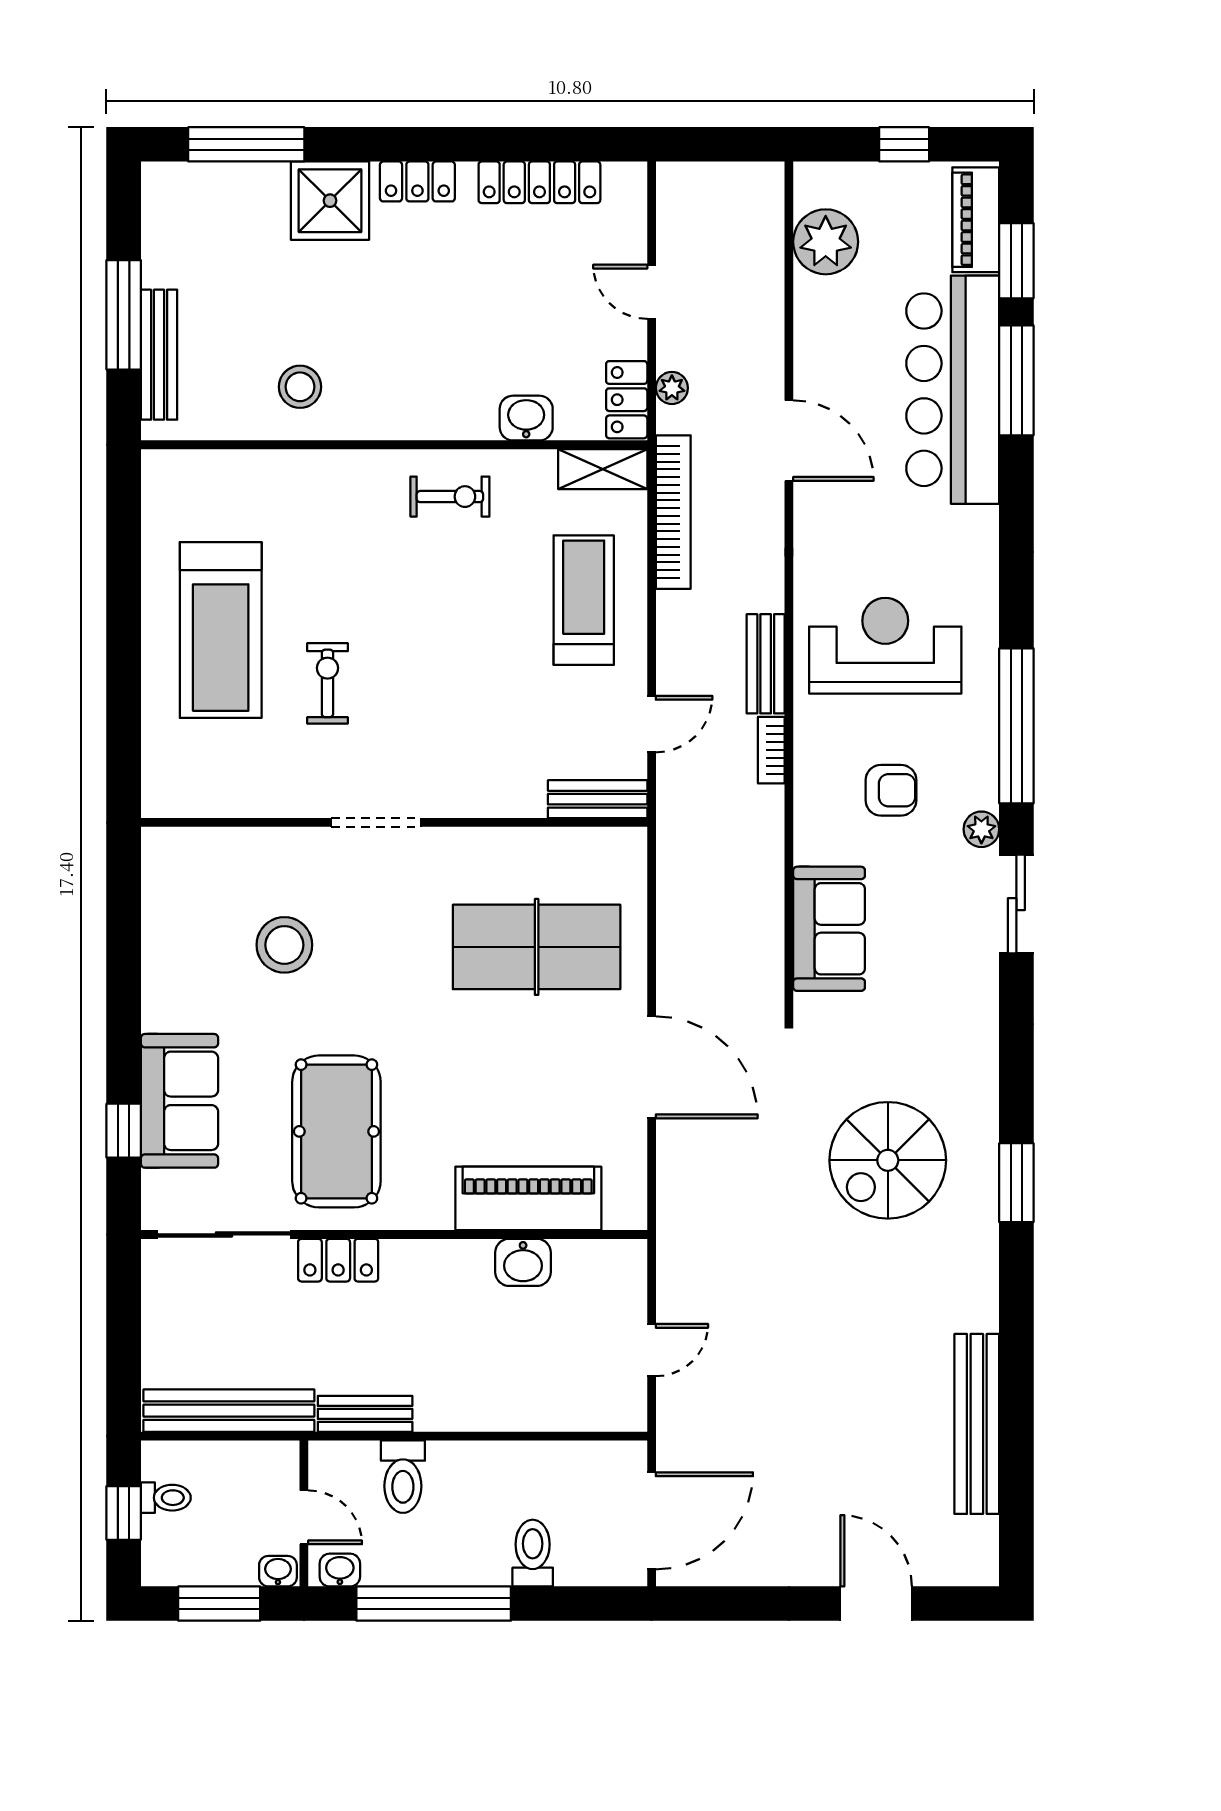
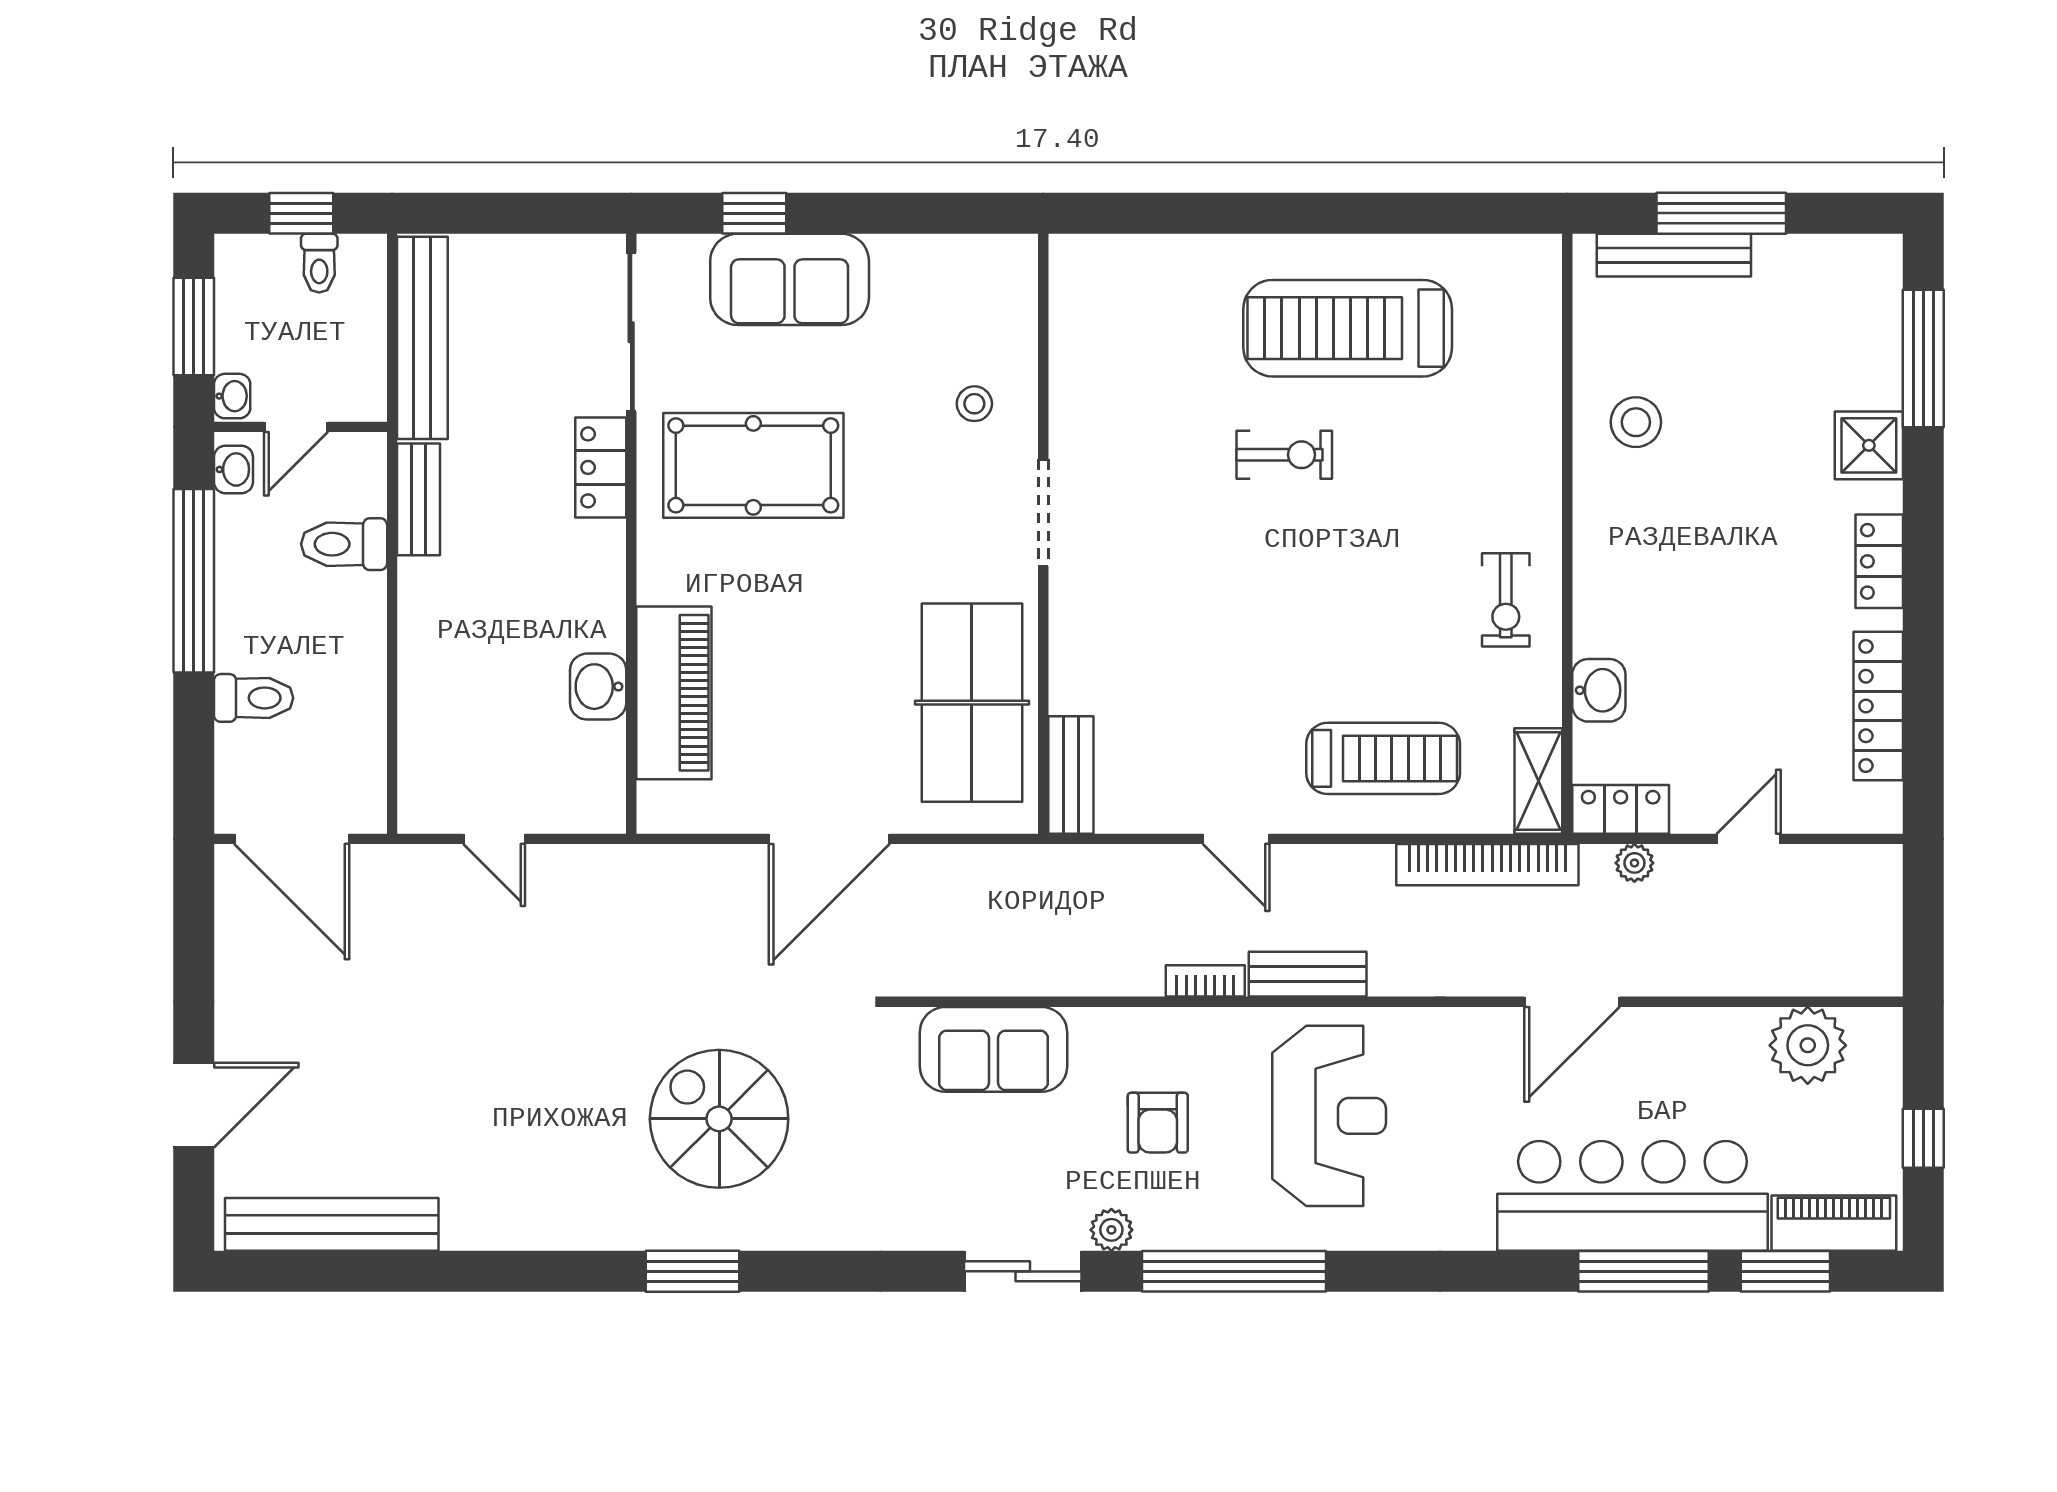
shower: (330, 201) -> (1869, 445), width x0.73, depth x0.73
bench: (598, 799) -> (1071, 775), moved
doorway: (376, 822) -> (1043, 513), moved
wall: (394, 822) -> (1043, 534), moved
stool: (284, 945) -> (974, 404), width x0.53, depth x0.53
bench: (977, 1424) -> (332, 1224), moved

